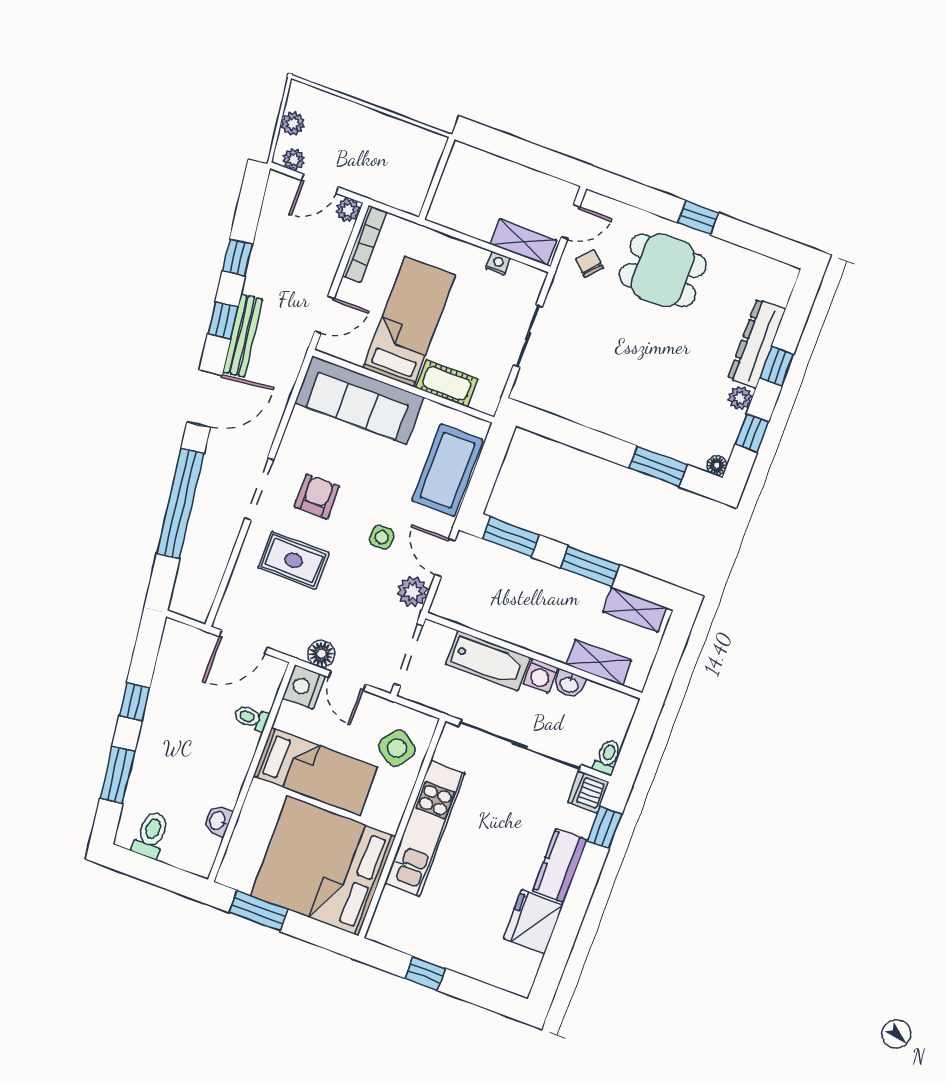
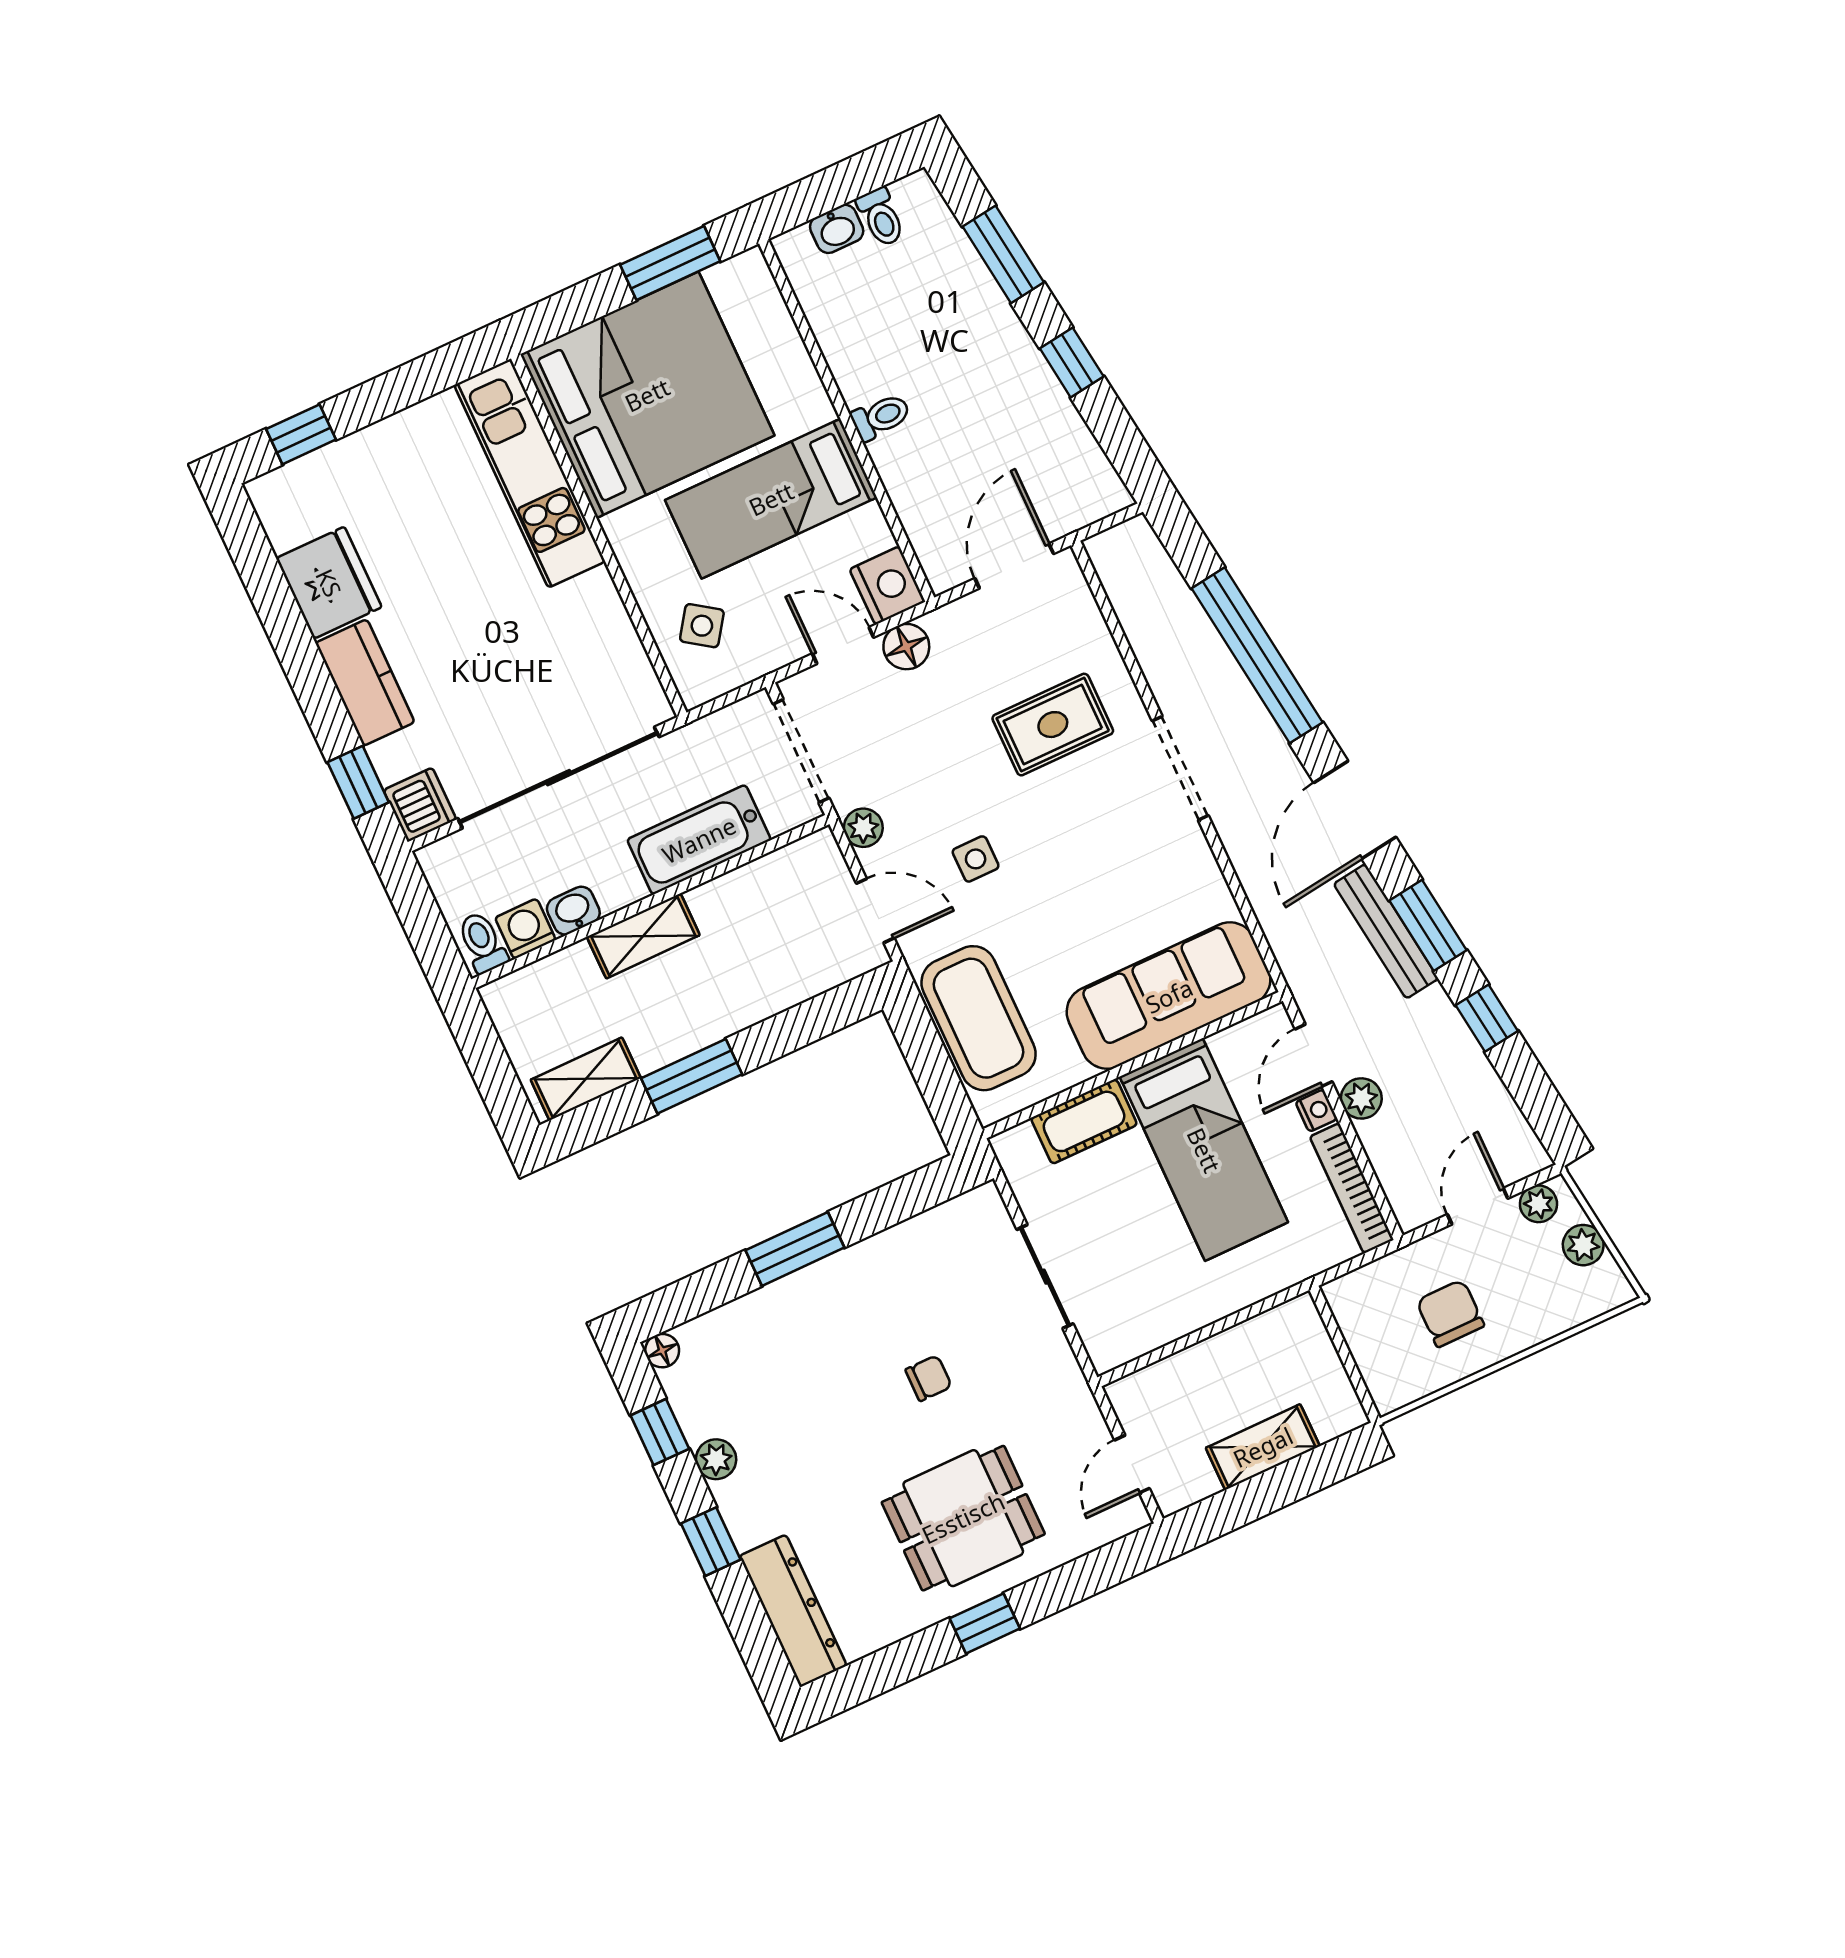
chair: (376, 151) -> (1450, 1313), added
plant: (348, 210) -> (1361, 1098), moved
shelving: (523, 242) -> (1263, 1447), moved
nightstand: (498, 263) -> (1316, 1111), moved, turned -90
chair: (589, 263) -> (929, 1378), moved, turned -42
window: (223, 320) -> (1428, 925), width x1.50
dresser: (757, 344) -> (793, 1611), moved
window: (658, 466) -> (795, 1249), moved
armchair: (317, 496) -> (1103, 829), removed
window: (511, 537) -> (822, 1016), removed
plant: (413, 592) -> (863, 828), width x0.73, depth x0.73
shelving: (599, 662) -> (643, 936), moved
washing machine: (540, 676) -> (525, 929), moved
toilet: (251, 718) -> (881, 417), moved
side table: (397, 748) -> (702, 626), width x0.73, depth x0.73
toilet: (607, 757) -> (482, 943), moved, turned 180
washbasin: (218, 821) -> (837, 229), moved, turned 90
kitchen unit: (425, 829) -> (530, 473), moved
toilet: (151, 835) -> (881, 217), width x0.73, depth x0.72
window: (425, 973) -> (301, 434), moved

